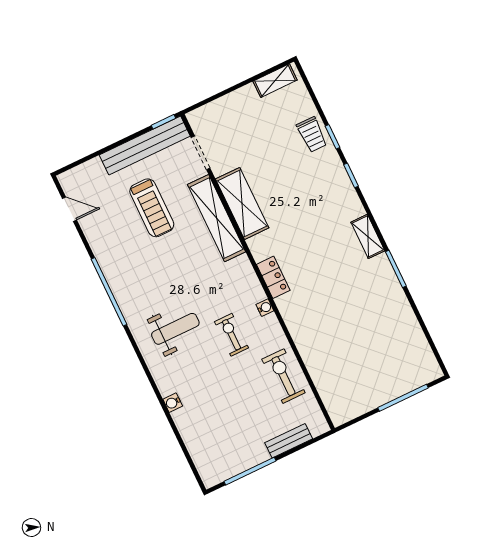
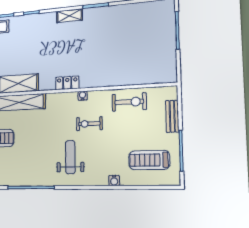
exercise bike: (283, 376) -> (129, 102), turned 180
treadmill: (220, 436) -> (149, 160), added

